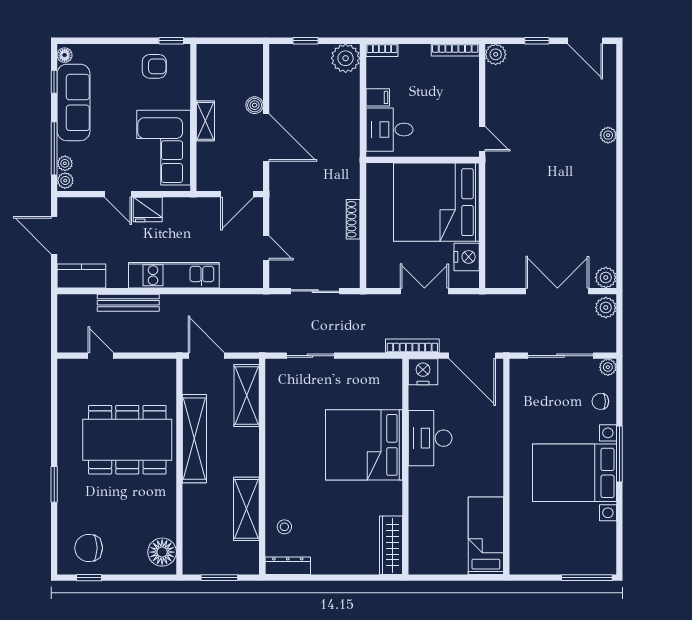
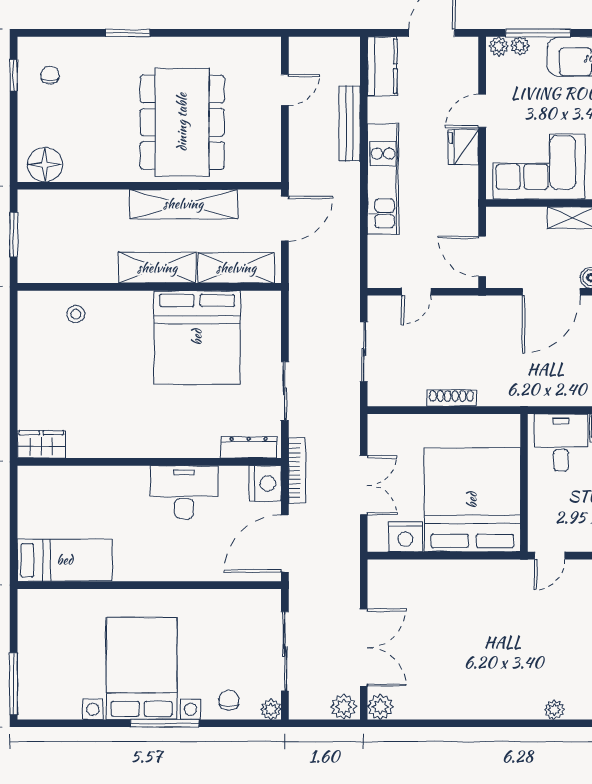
sliding door: (310, 356) -> (285, 391), moved
bed: (364, 445) -> (197, 337), moved, turned 180
shelving: (246, 509) -> (157, 268), moved
wardrobe: (391, 545) -> (41, 444), width x0.67
chair: (89, 548) -> (50, 75), width x0.54, depth x0.54
dresser: (288, 566) -> (249, 447), moved, turned -90

